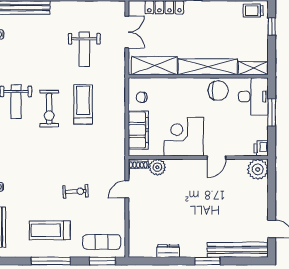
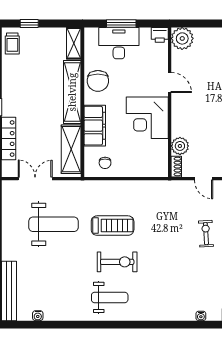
weight bench: (84, 49) -> (54, 224), width x1.36, depth x1.33
chair: (218, 91) -> (98, 81), turned 180
desk: (253, 96) -> (119, 43), moved
treadmill: (83, 104) -> (113, 226), turned 180
filing cabinet: (138, 130) -> (95, 126), moved, turned 90

